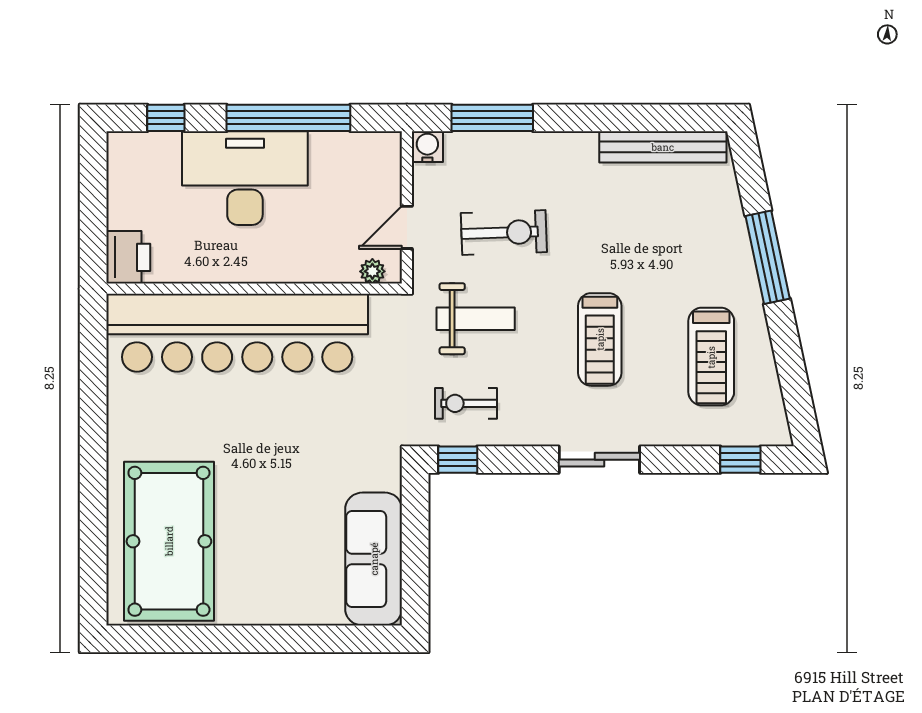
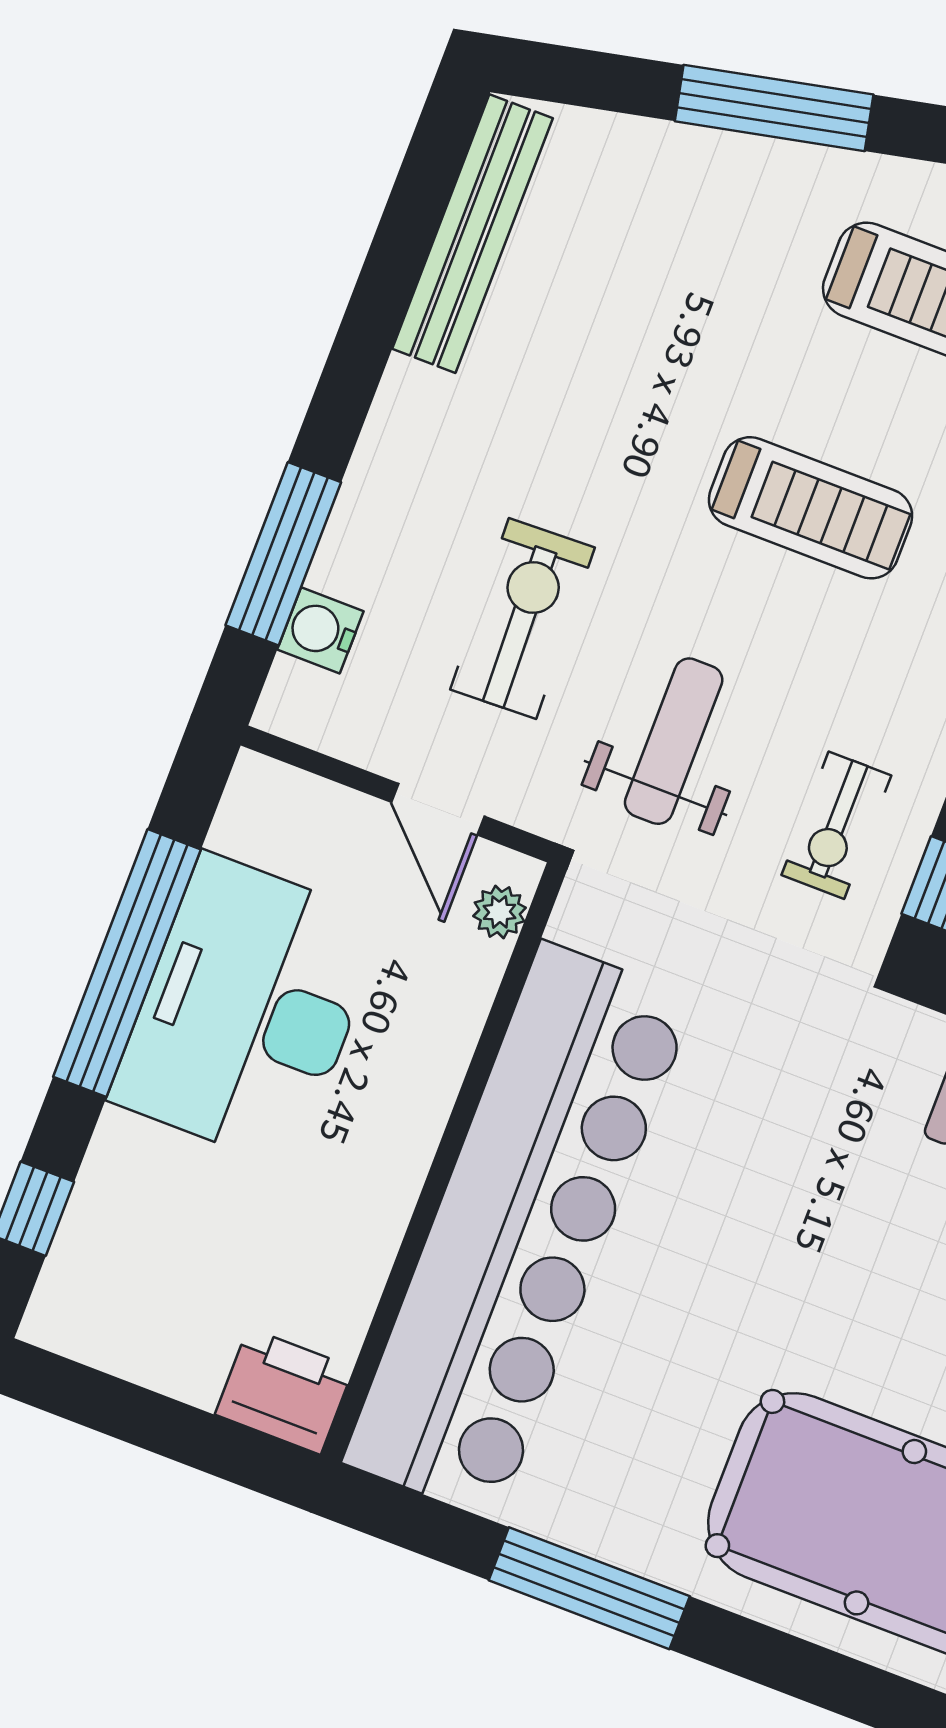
water cooler: (427, 147) -> (320, 630), moved
desk: (245, 178) -> (248, 1010), moved
window: (93, 423) -> (589, 1588), added

